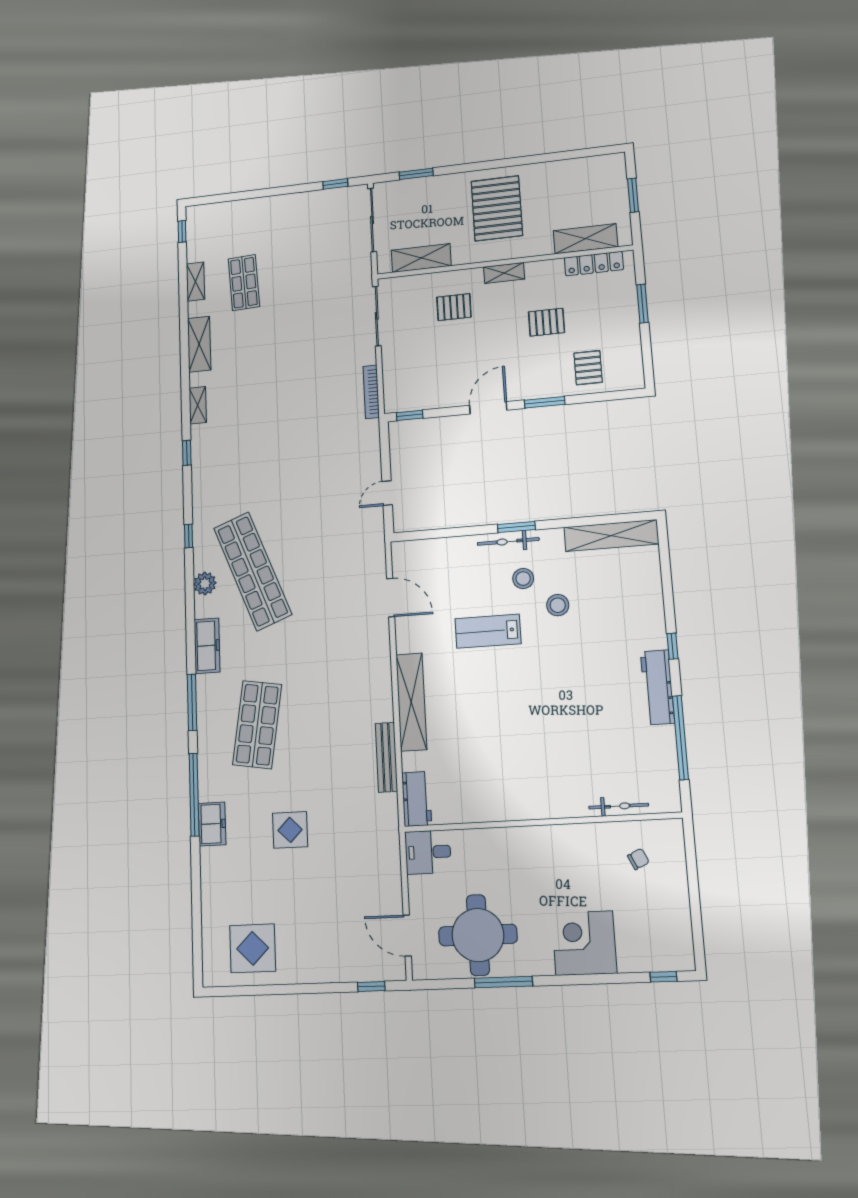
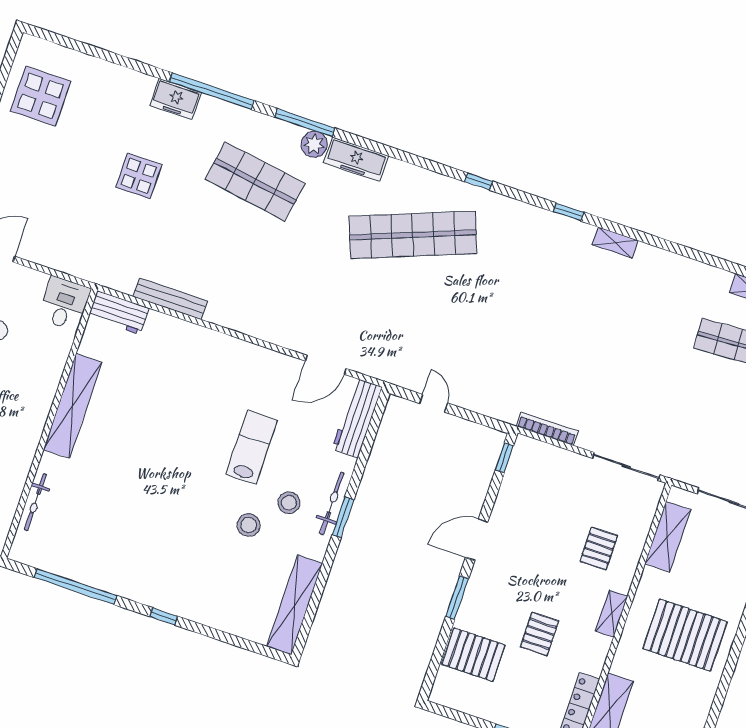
shelving: (199, 344) -> (682, 269), removed
pallet: (588, 368) -> (473, 655), width x1.50, depth x1.42
door: (488, 408) -> (477, 540), swing flipped
plant: (205, 584) -> (314, 144), moved
workbench: (657, 687) -> (357, 418), moved, turned -90
shelving: (411, 702) -> (73, 406), moved, turned 90

